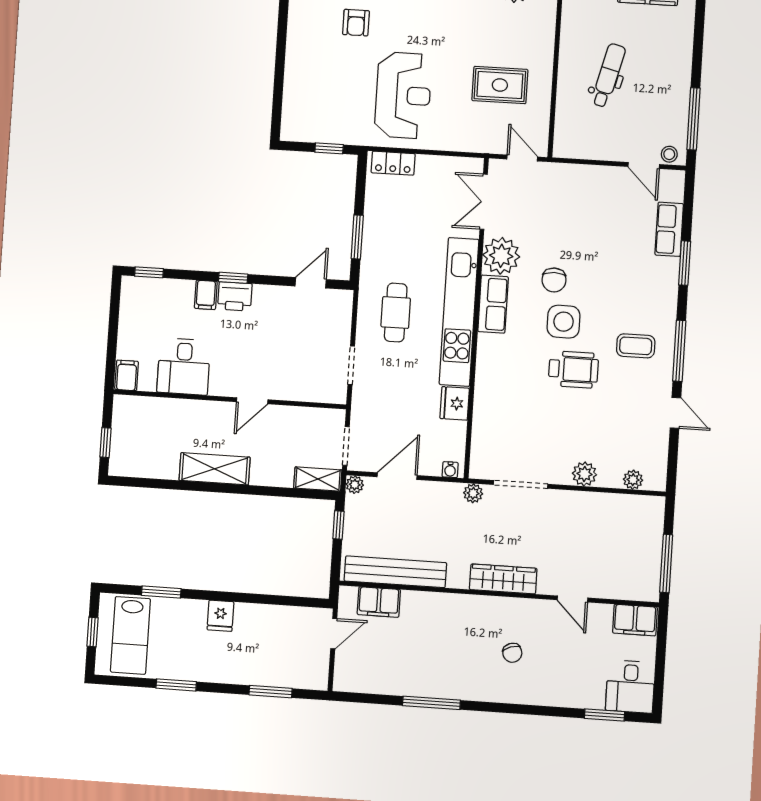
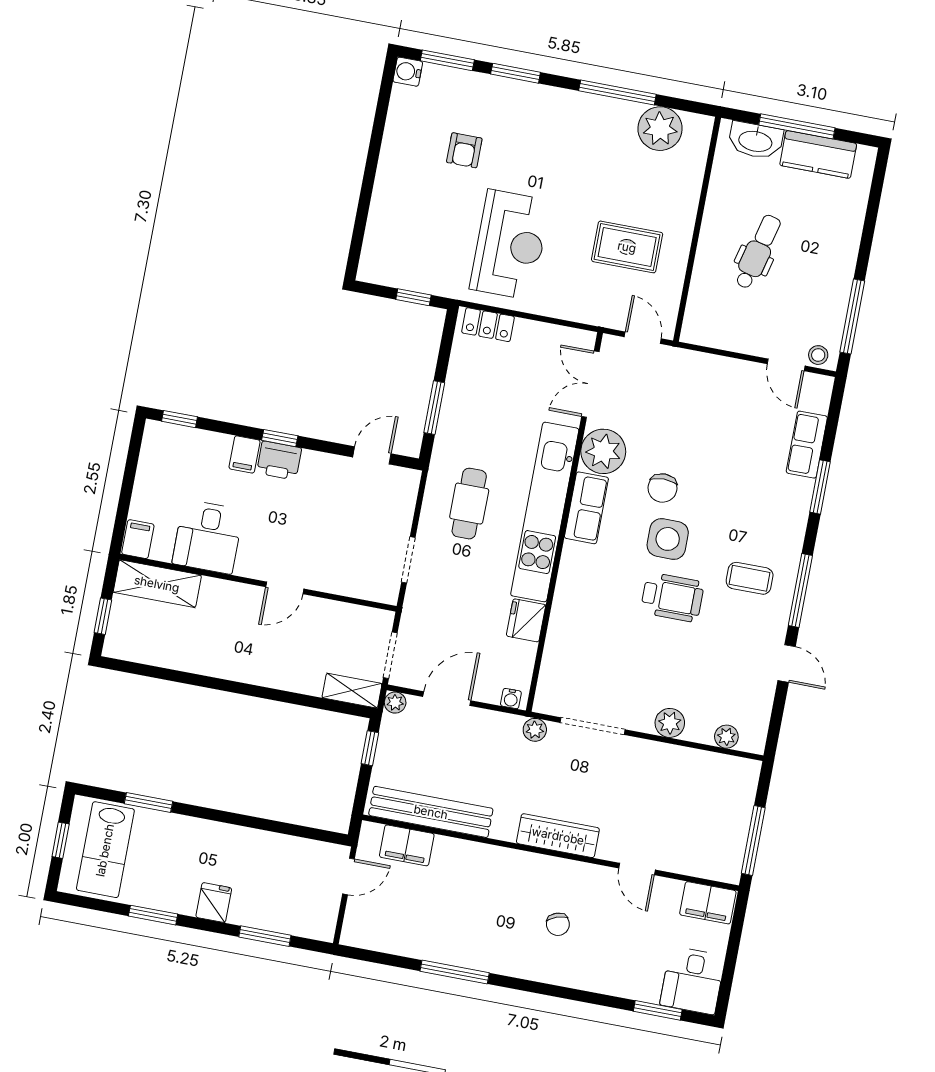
shelving: (215, 469) -> (157, 584), moved
fridge: (220, 616) -> (214, 903), moved, turned 180

